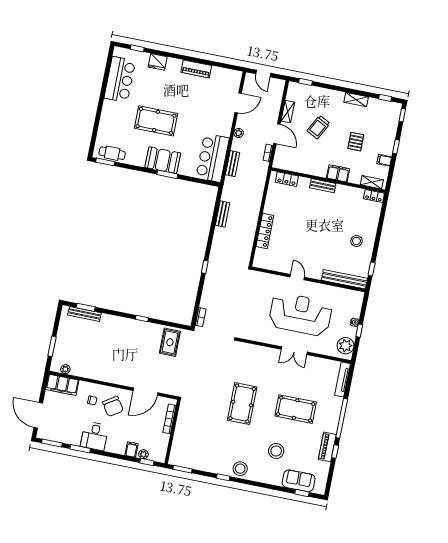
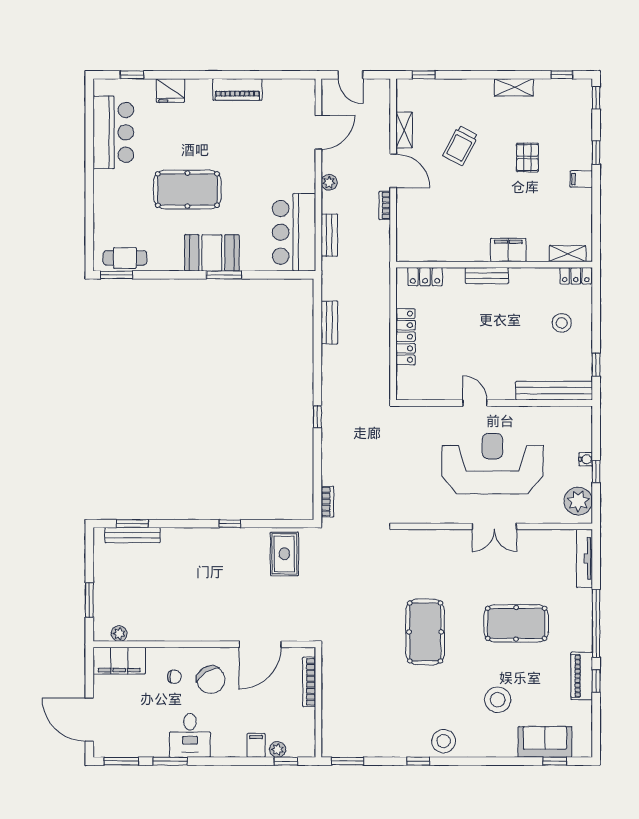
filing cabinet: (338, 173) -> (508, 250), moved
locker: (287, 179) -> (425, 277), moved
wall: (328, 180) -> (494, 265), moved
shelving: (372, 182) -> (568, 254), moved
bench: (323, 186) -> (487, 276), moved
locker: (374, 196) -> (576, 276), moved

